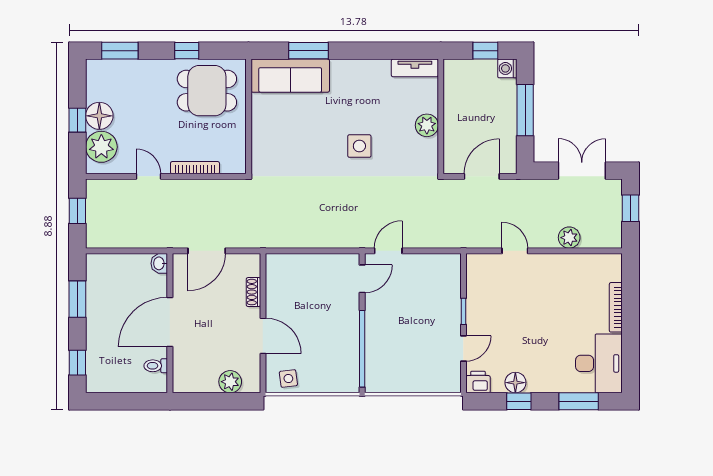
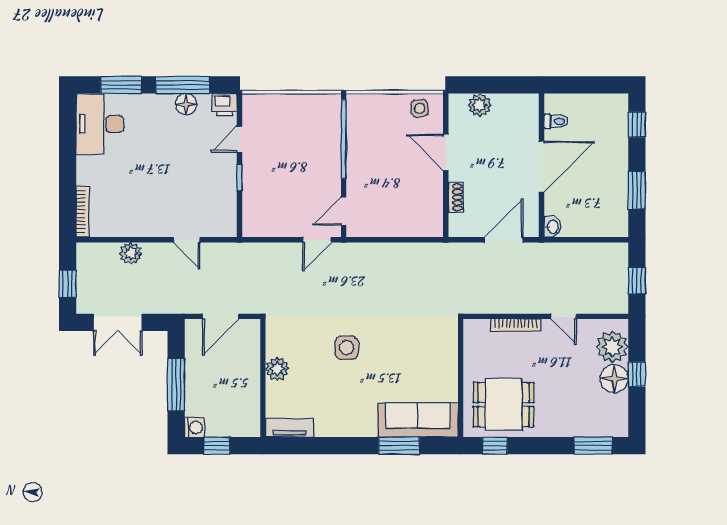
window: (187, 51) -> (495, 446), moved
bookcase: (616, 307) -> (83, 212), moved
window: (519, 401) -> (182, 85), width x2.17

